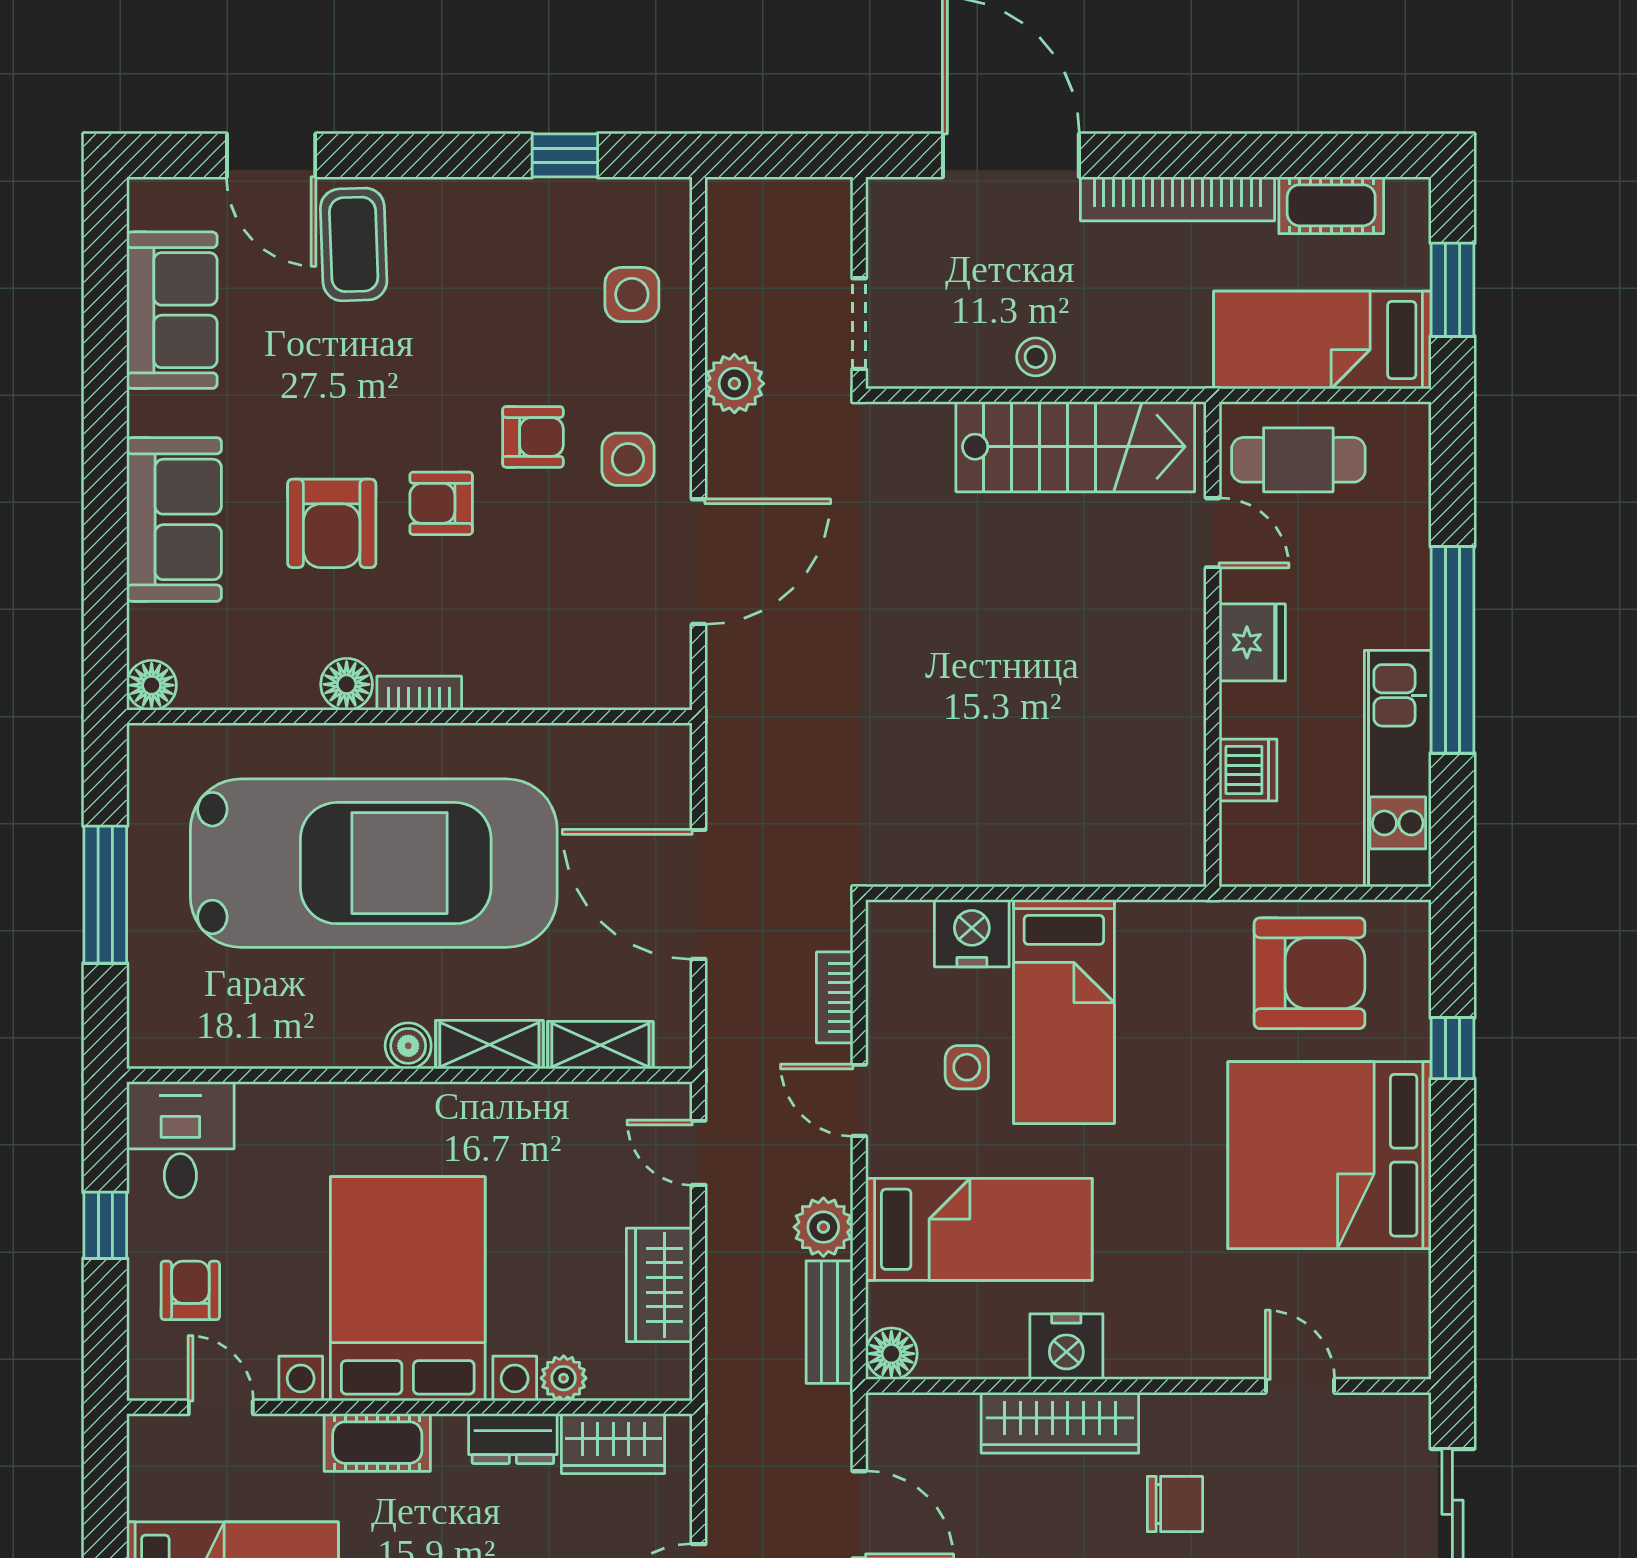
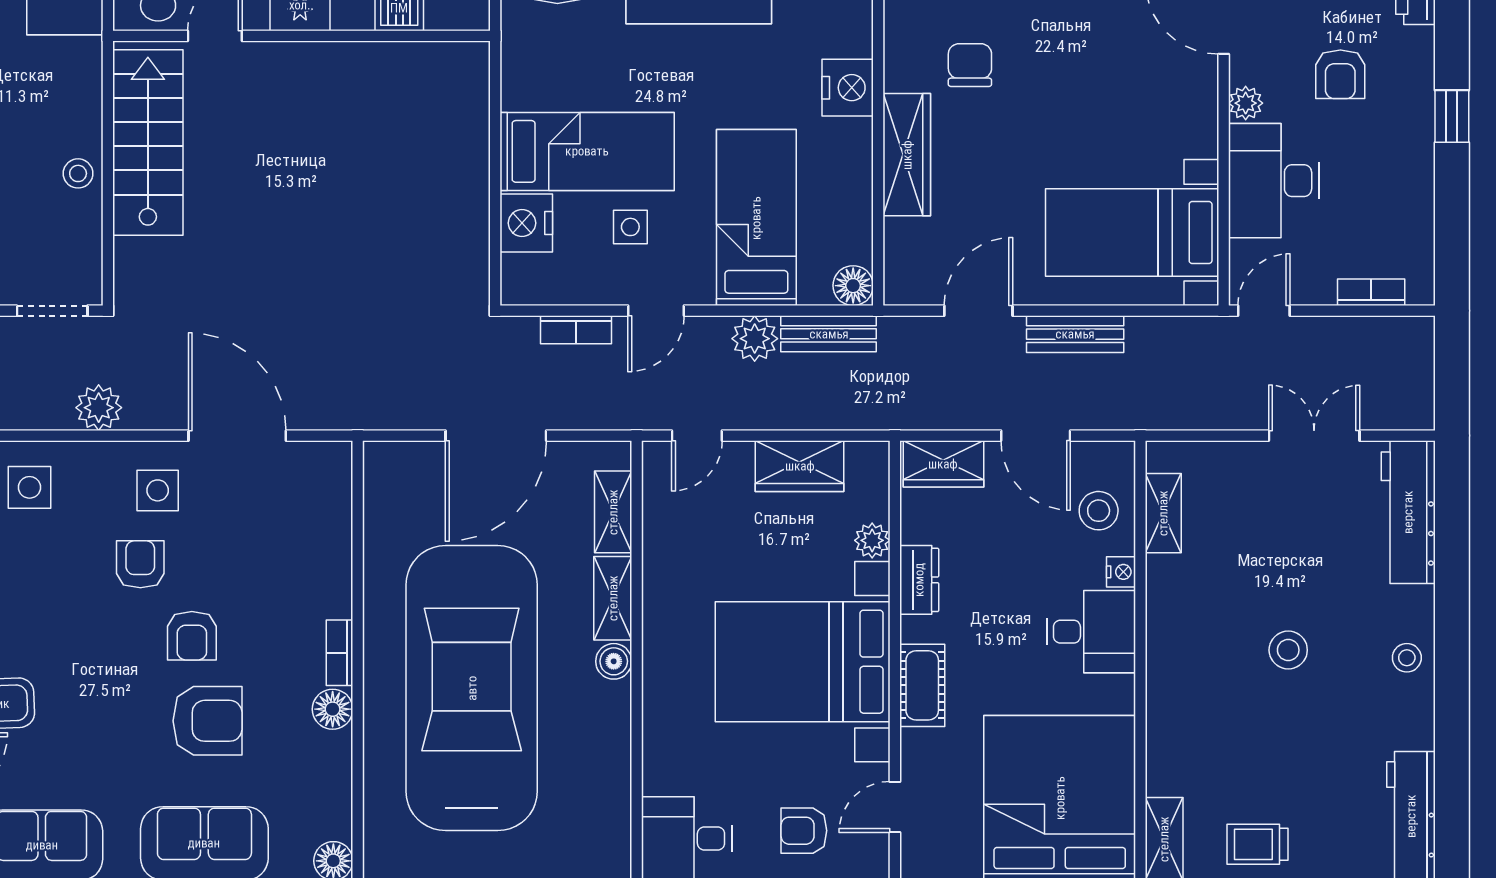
nightstand: (1066, 1347) -> (848, 88), moved
wardrobe: (613, 1444) -> (943, 464), moved, turned 90

